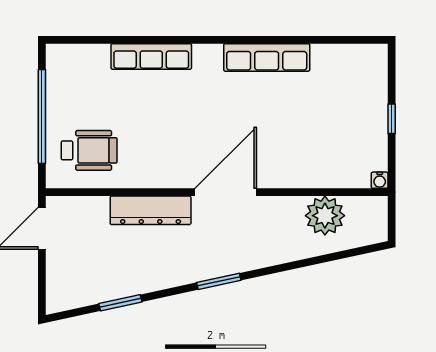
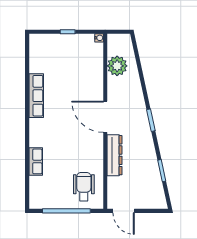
row of seats: (151, 56) -> (36, 161), width x0.68

